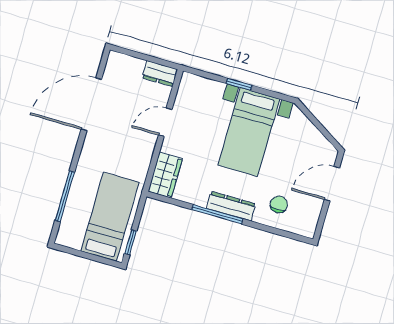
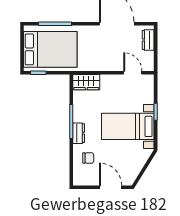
dresser: (160, 74) -> (148, 40), moved
door: (165, 122) -> (133, 73), moved
dresser: (231, 206) -> (79, 133), width x0.70
bed: (110, 217) -> (50, 49), width x1.50

